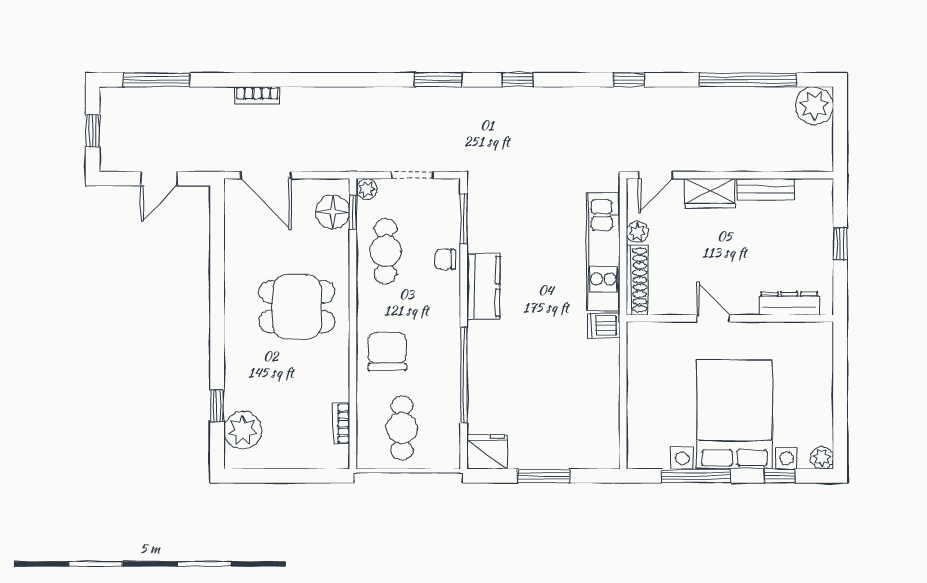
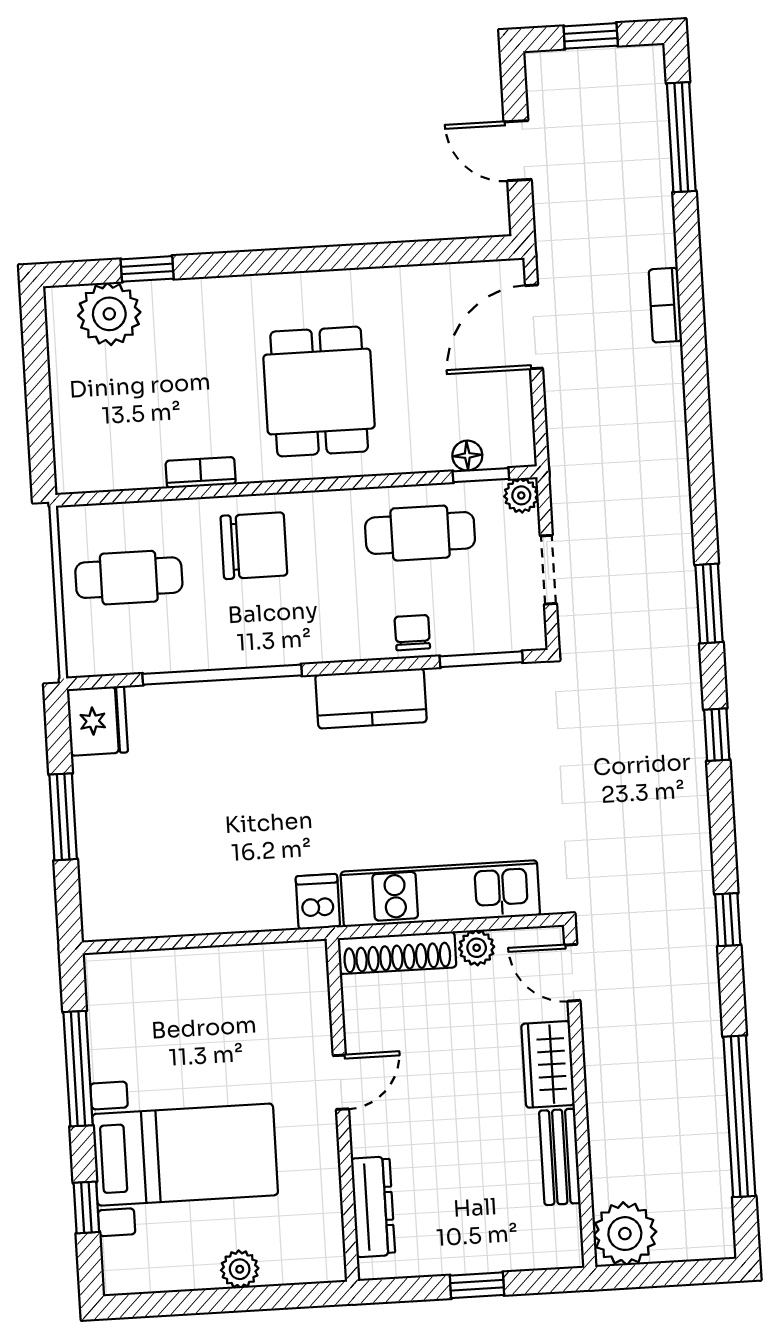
plant: (814, 106) -> (625, 1234), moved
floor lamp: (333, 212) -> (467, 456), width x0.53, depth x0.53
bed with nightstands: (734, 415) -> (185, 1155), width x0.73
bookcase: (341, 424) -> (201, 473), moved
plant: (822, 458) -> (240, 1269), moved

